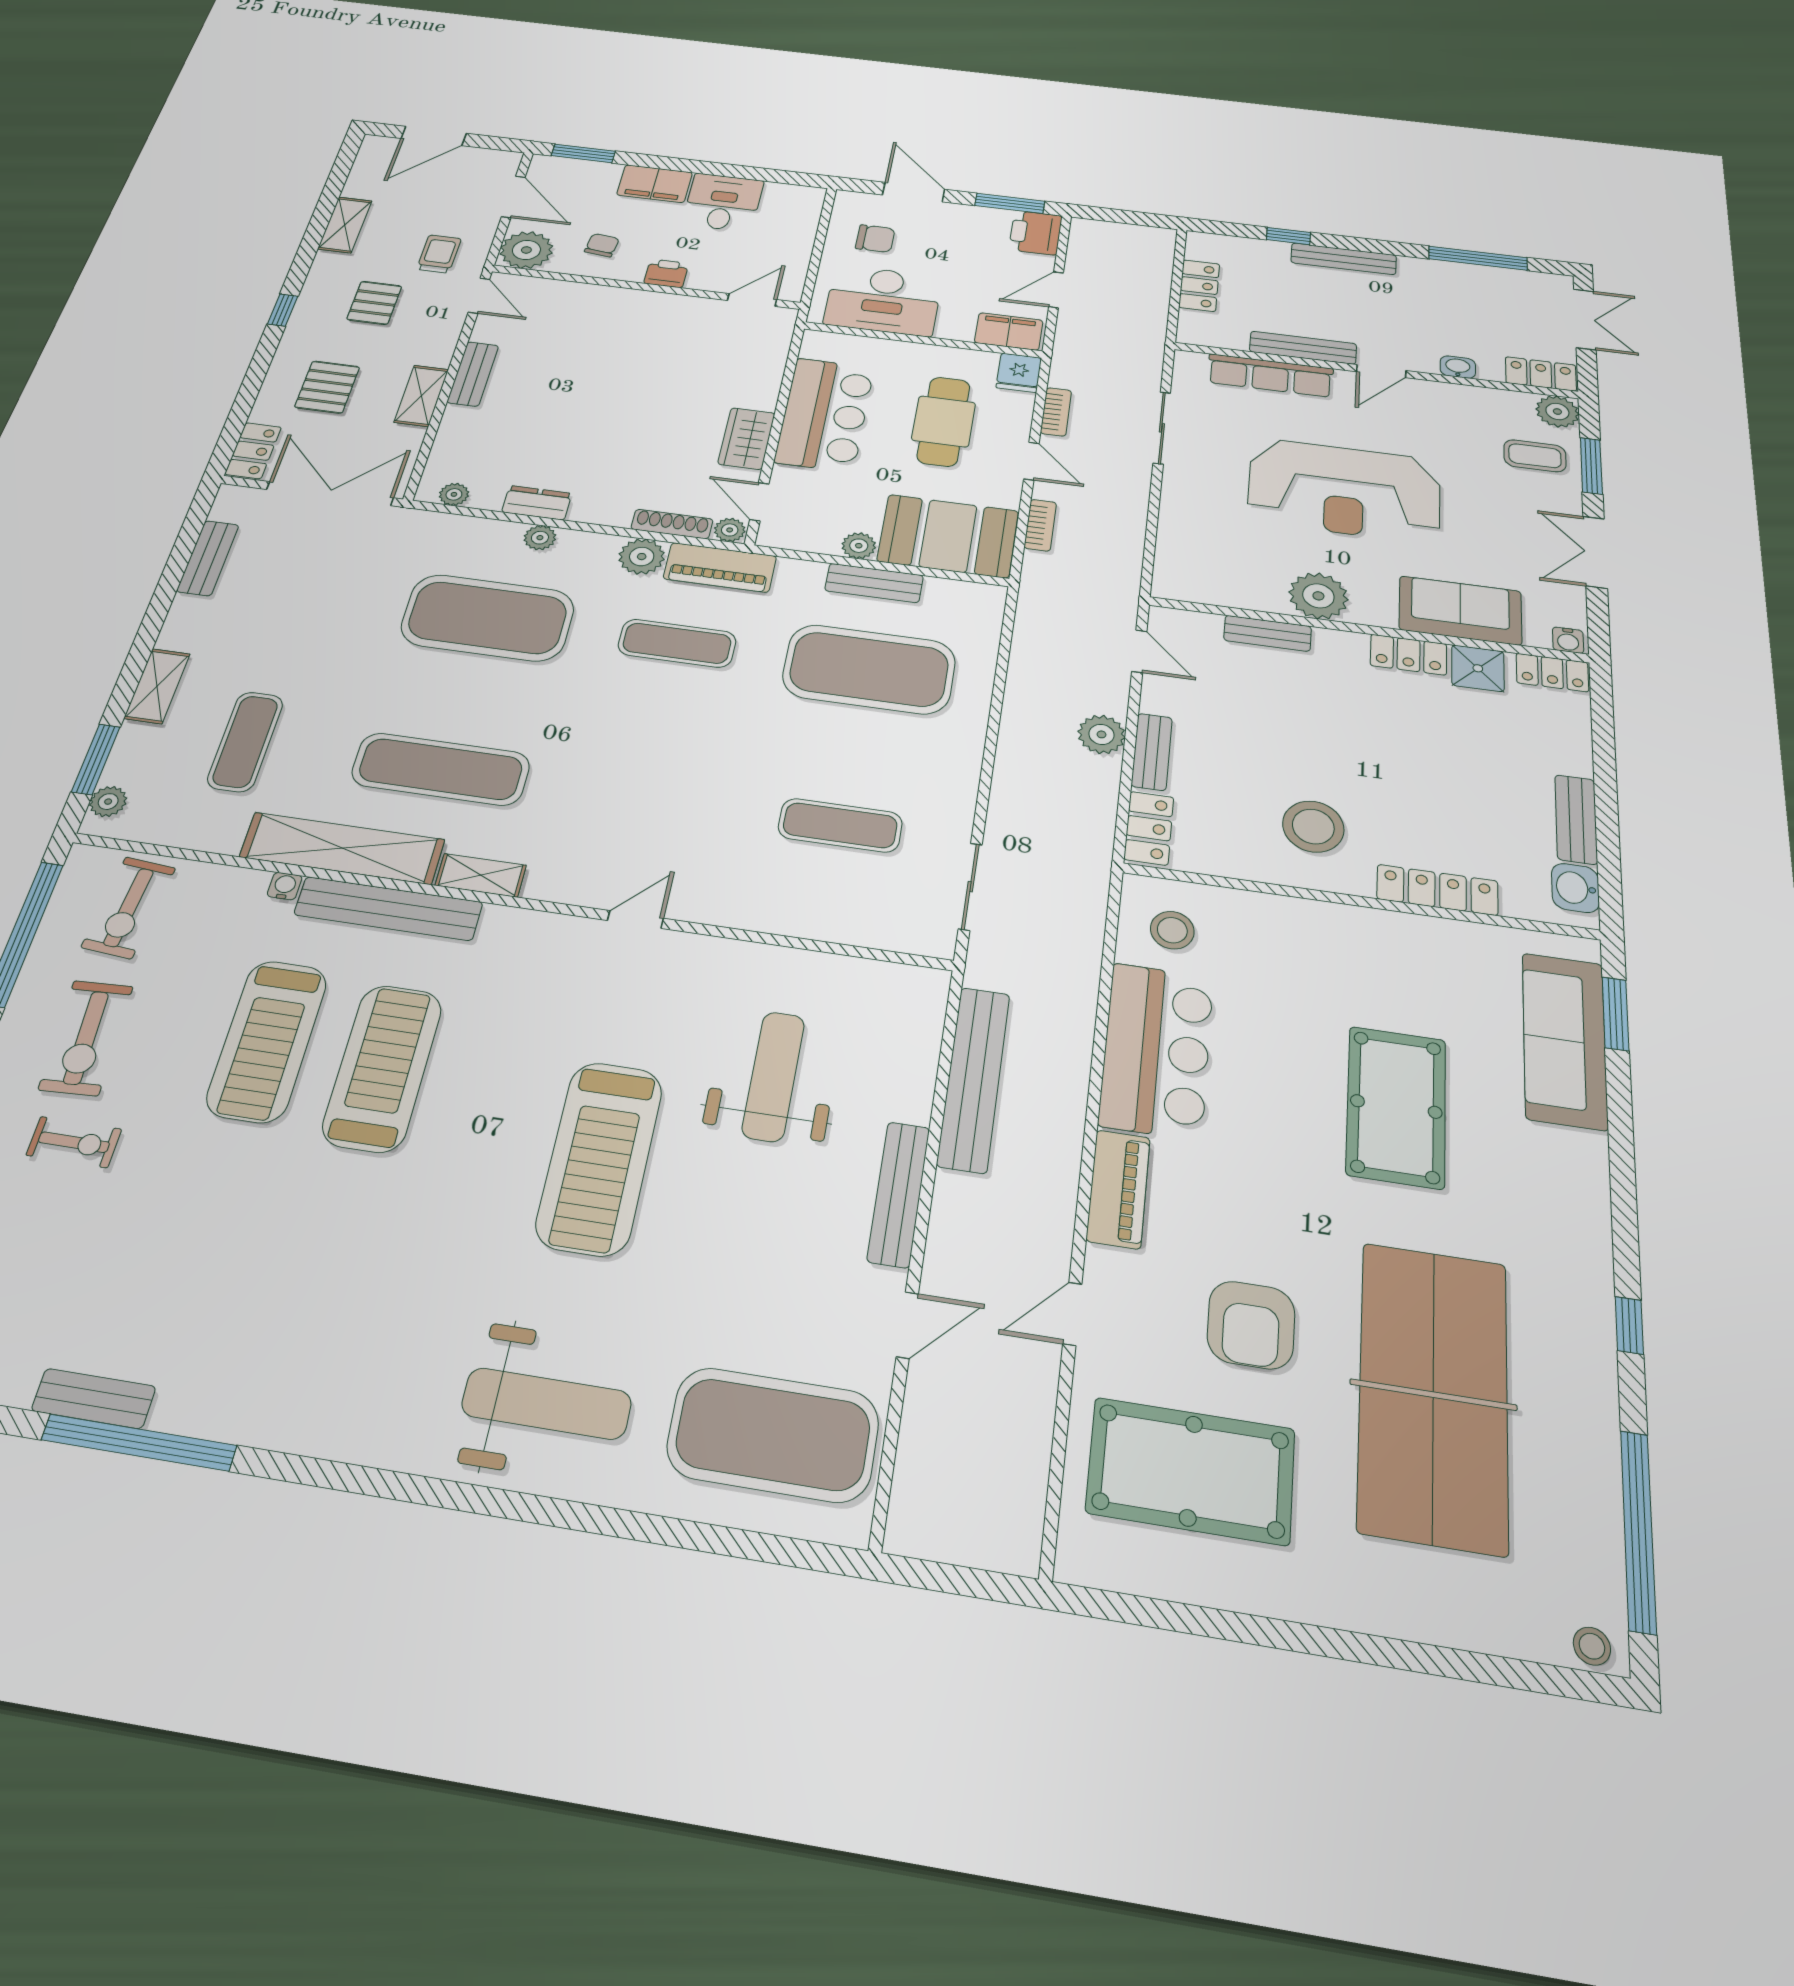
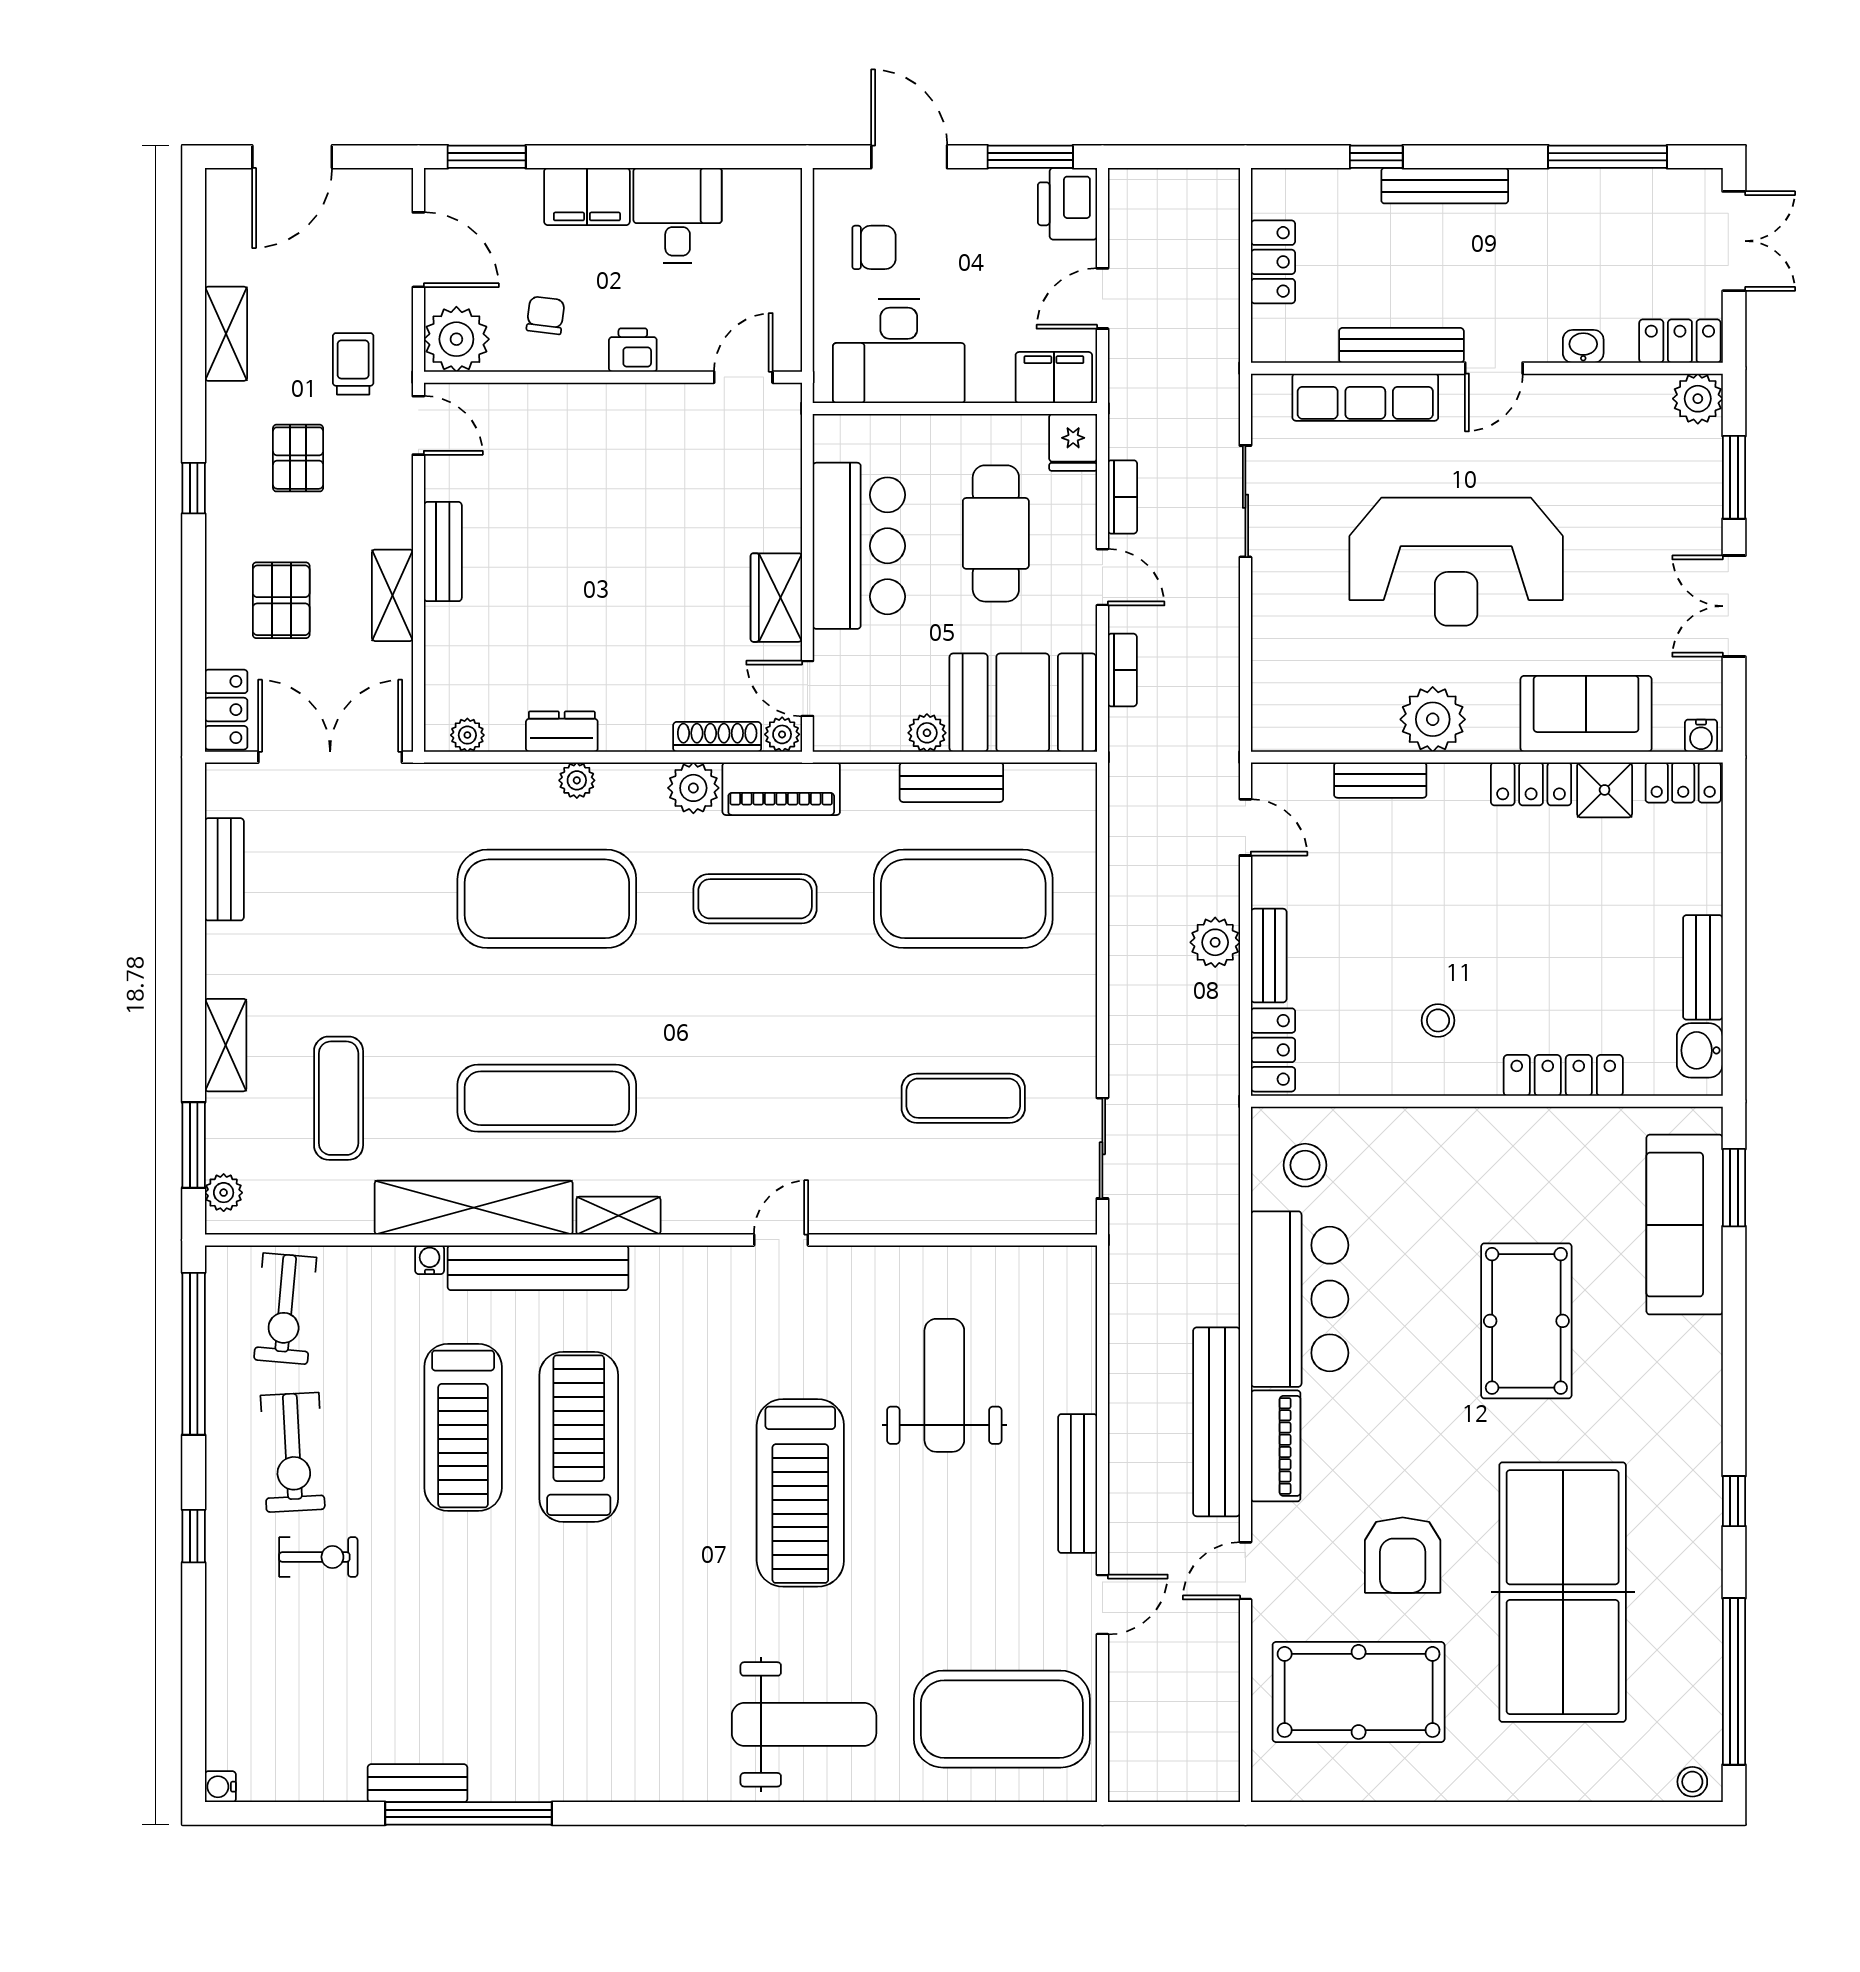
coffee table: (1535, 456) -> (1671, 473), removed
stool: (1313, 827) -> (1438, 1020), width x0.53, depth x0.53
bench: (974, 1079) -> (1217, 1422), moved

